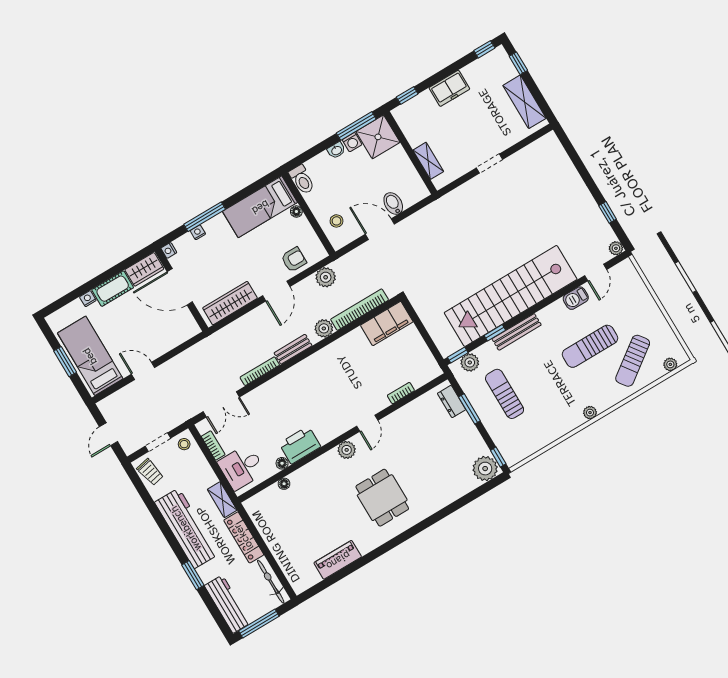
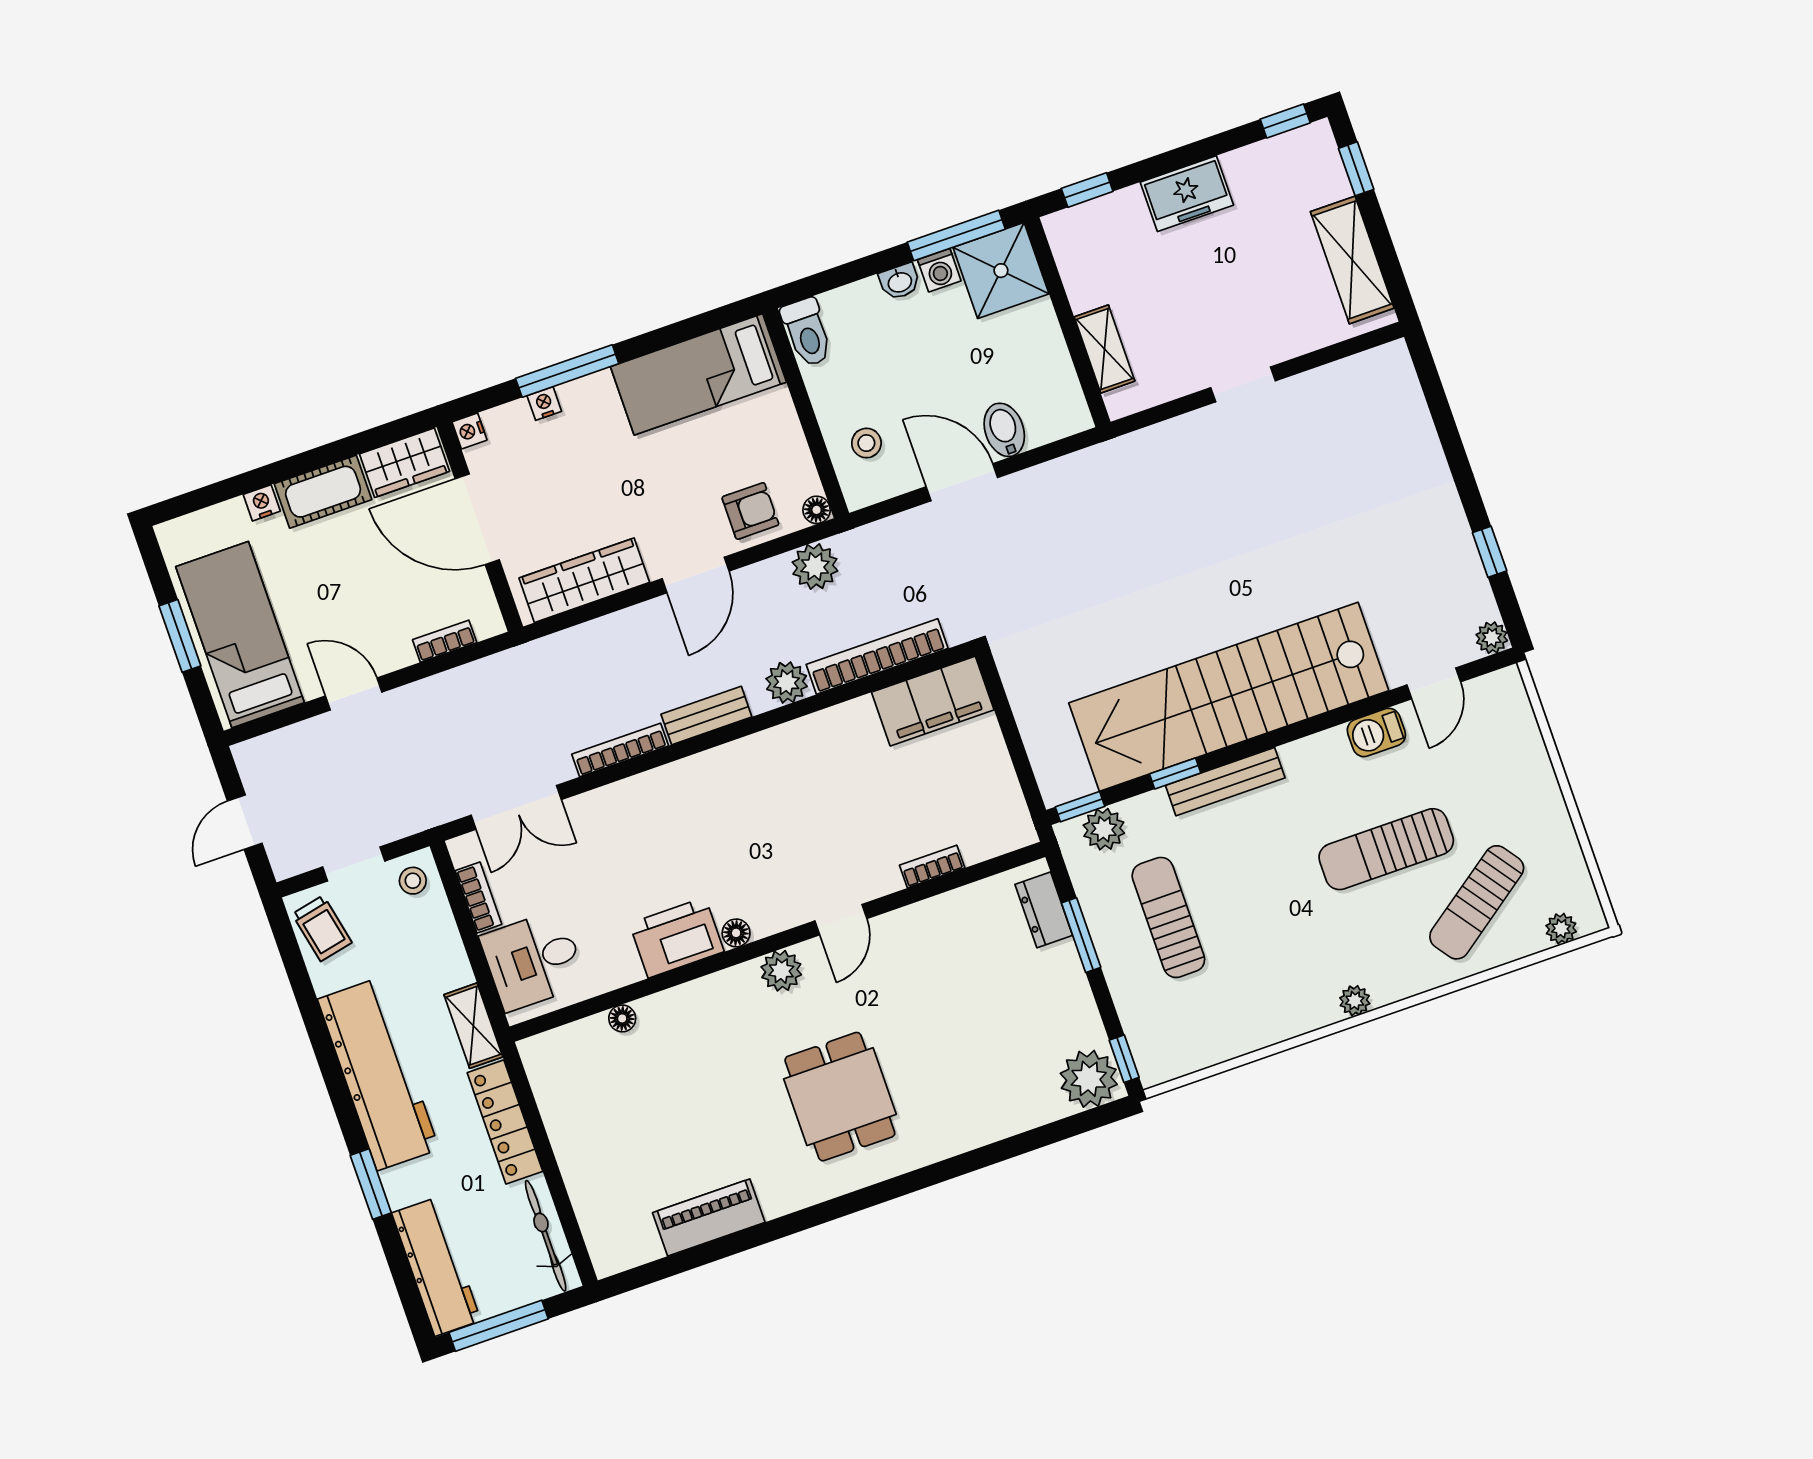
floor lamp: (296, 212) -> (817, 510), moved
bookcase: (177, 341) -> (445, 641), added
floor lamp: (282, 463) -> (736, 933), moved

